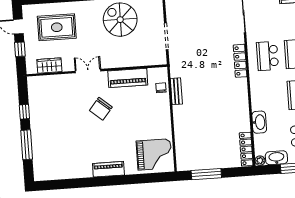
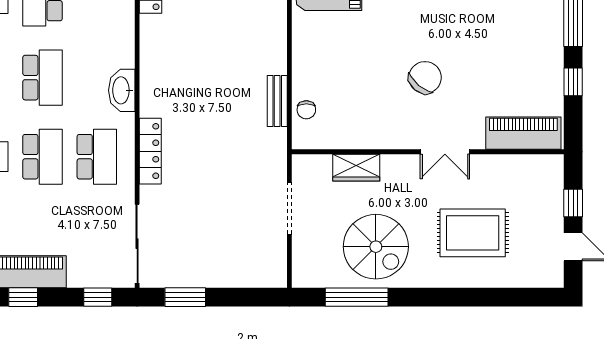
rug: (57, 27) -> (473, 233), moved
wardrobe: (49, 66) -> (356, 168), moved
piano: (128, 78) -> (523, 133), moved
washbasin: (259, 122) -> (122, 90), moved

